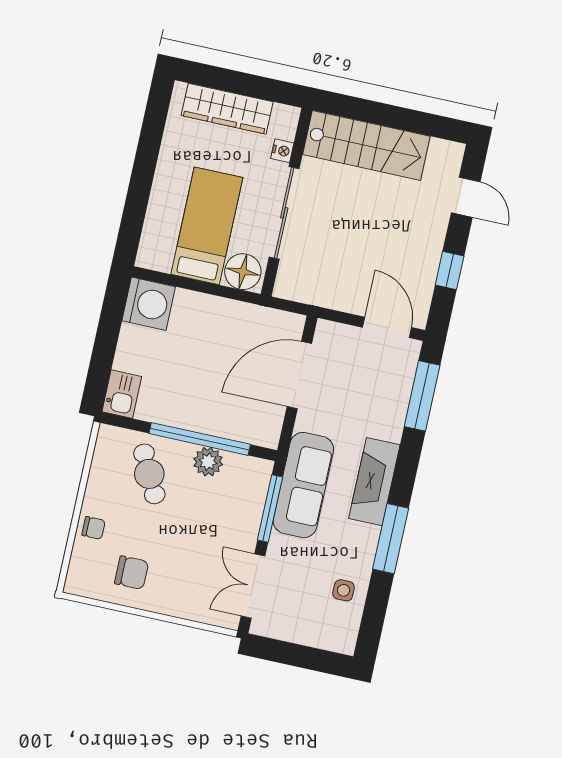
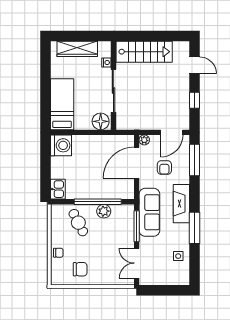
bed: (207, 226) -> (62, 104), moved
door: (387, 327) -> (172, 132), swing flipped
plant: (326, 331) -> (144, 140), added
armchair: (355, 398) -> (164, 167), added

